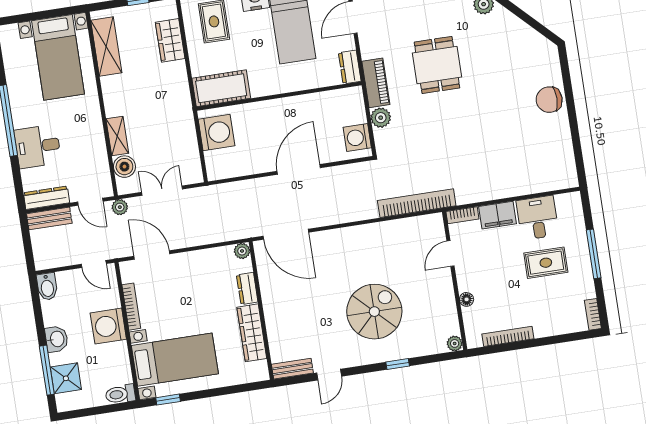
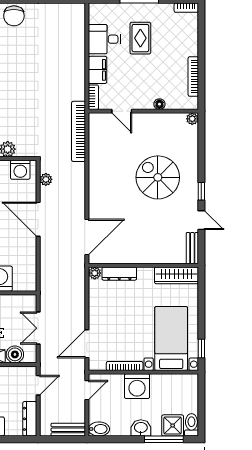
plant: (120, 207) -> (46, 179), moved
bench: (49, 218) -> (68, 430), moved, turned 90
dresser: (247, 289) -> (119, 274), width x1.44
wardrobe: (252, 333) -> (176, 275), moved
window: (398, 364) -> (201, 191), moved
toilet: (120, 394) -> (191, 425), moved, turned 180

